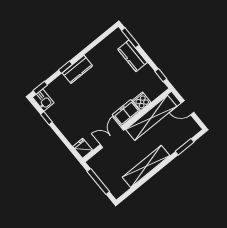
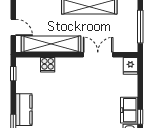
freezer: (126, 113) -> (129, 110), moved, turned 90
double door: (112, 137) -> (98, 55), swing flipped

